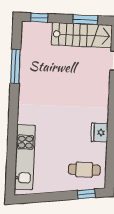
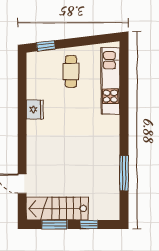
window: (39, 18) -> (89, 225), moved
cafe table: (84, 170) -> (71, 71), moved, turned 90

